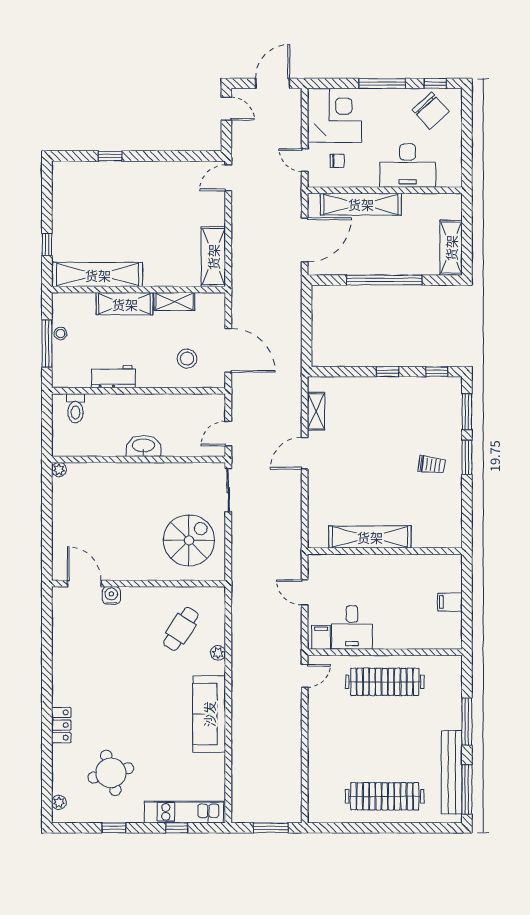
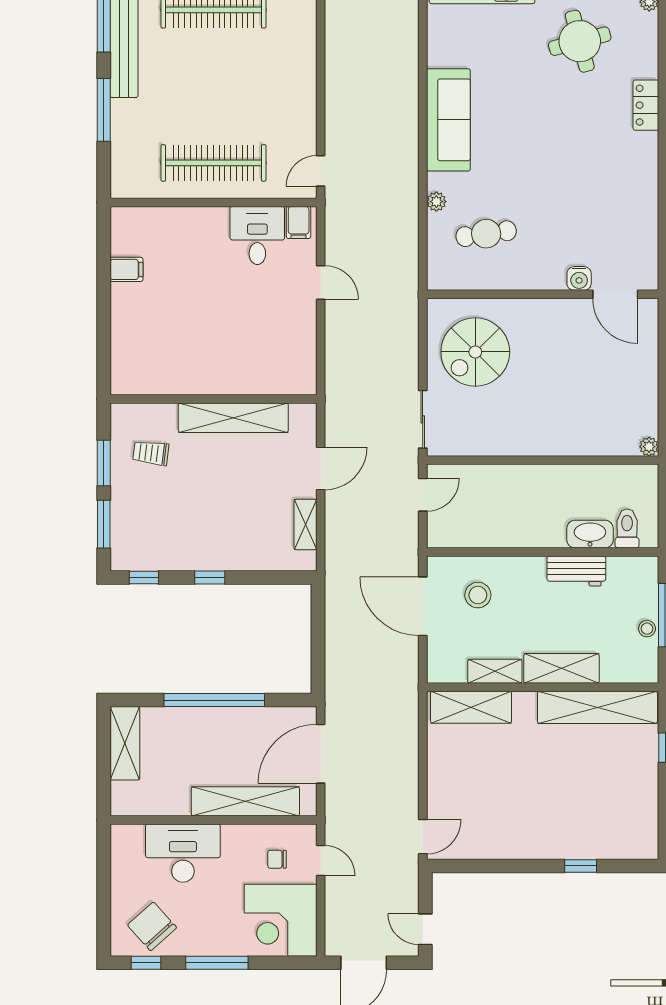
shelving: (213, 257) -> (471, 707), moved, turned 90
washbasin: (144, 446) -> (590, 534), moved, turned 180
shelving: (370, 537) -> (233, 418), moved
wall: (385, 551) -> (213, 399), moved
cafe table: (181, 629) -> (486, 234), turned 49

